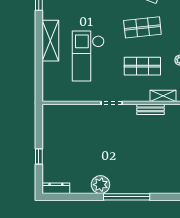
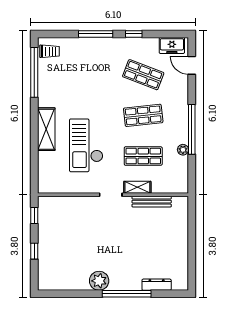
shelving: (163, 96) -> (137, 187), moved
bench: (150, 109) -> (152, 202), width x1.36
window: (39, 123) -> (34, 215), added
dresser: (56, 188) -> (157, 285), moved

